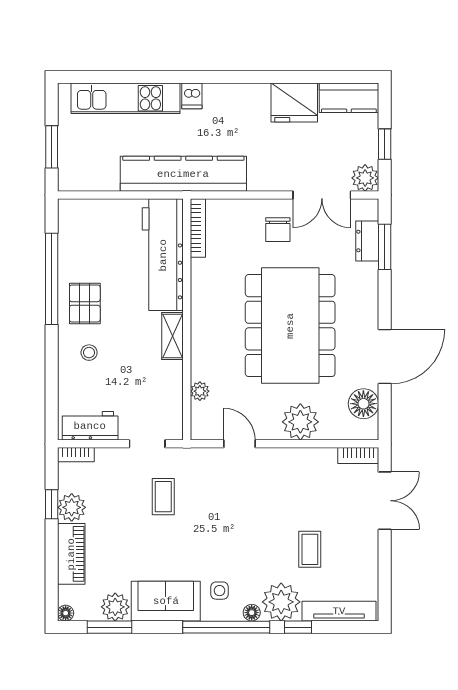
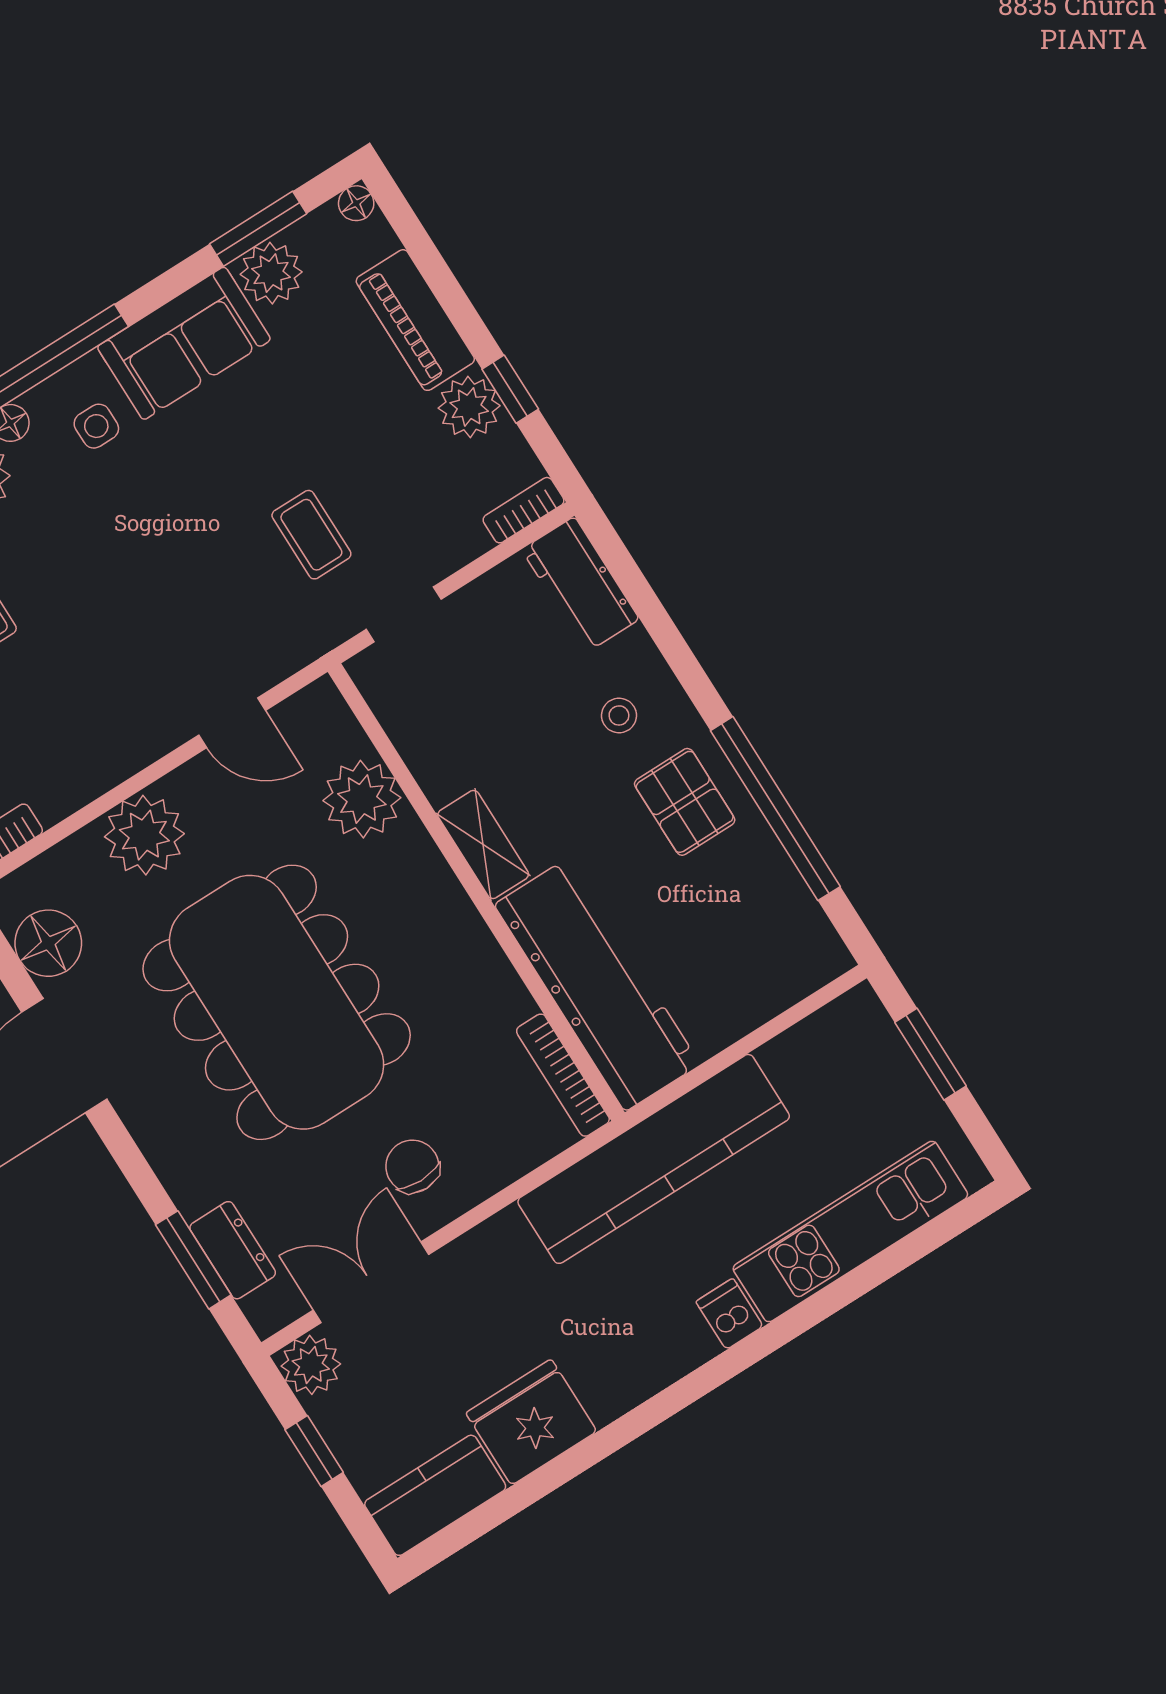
plant: (200, 391) -> (362, 799), width x1.88, depth x1.88
workbench: (90, 426) -> (580, 584), moved, turned 90

